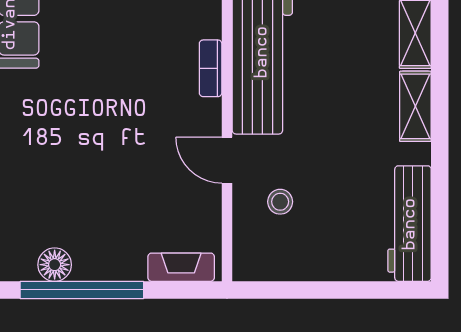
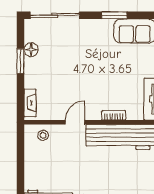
stool: (280, 202) -> (43, 135), moved
window: (82, 290) -> (20, 61), width x0.47

